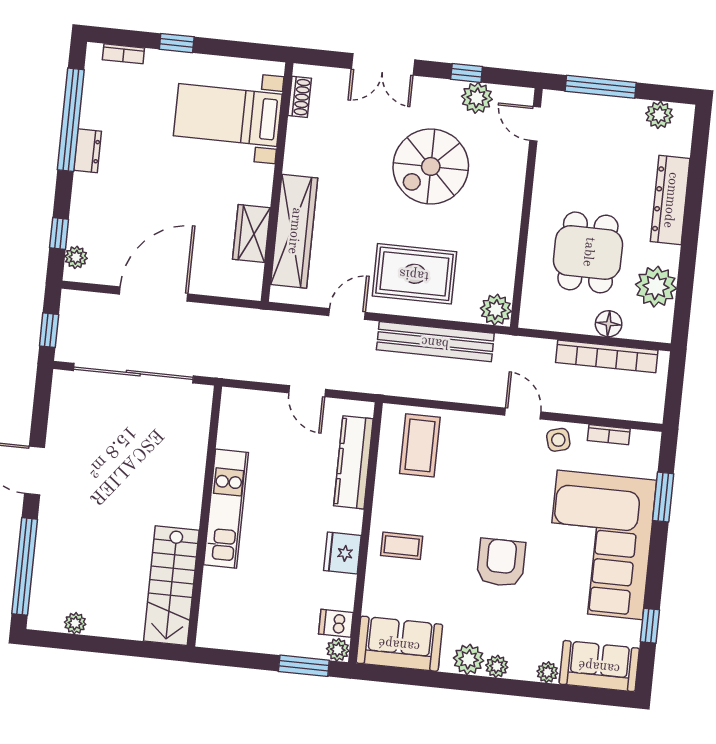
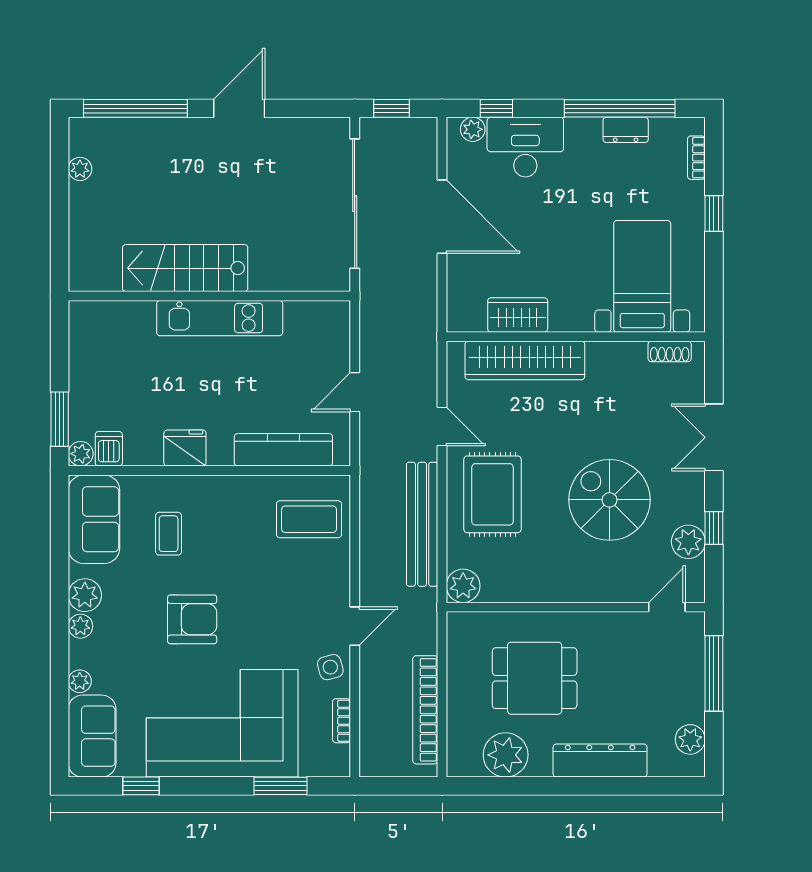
dresser: (88, 151) -> (626, 130), moved
desk: (97, 210) -> (525, 147), added
floor lamp: (609, 324) -> (460, 708), removed
coffee table: (402, 546) -> (169, 534), moved
stairs: (171, 586) -> (185, 268), moved

